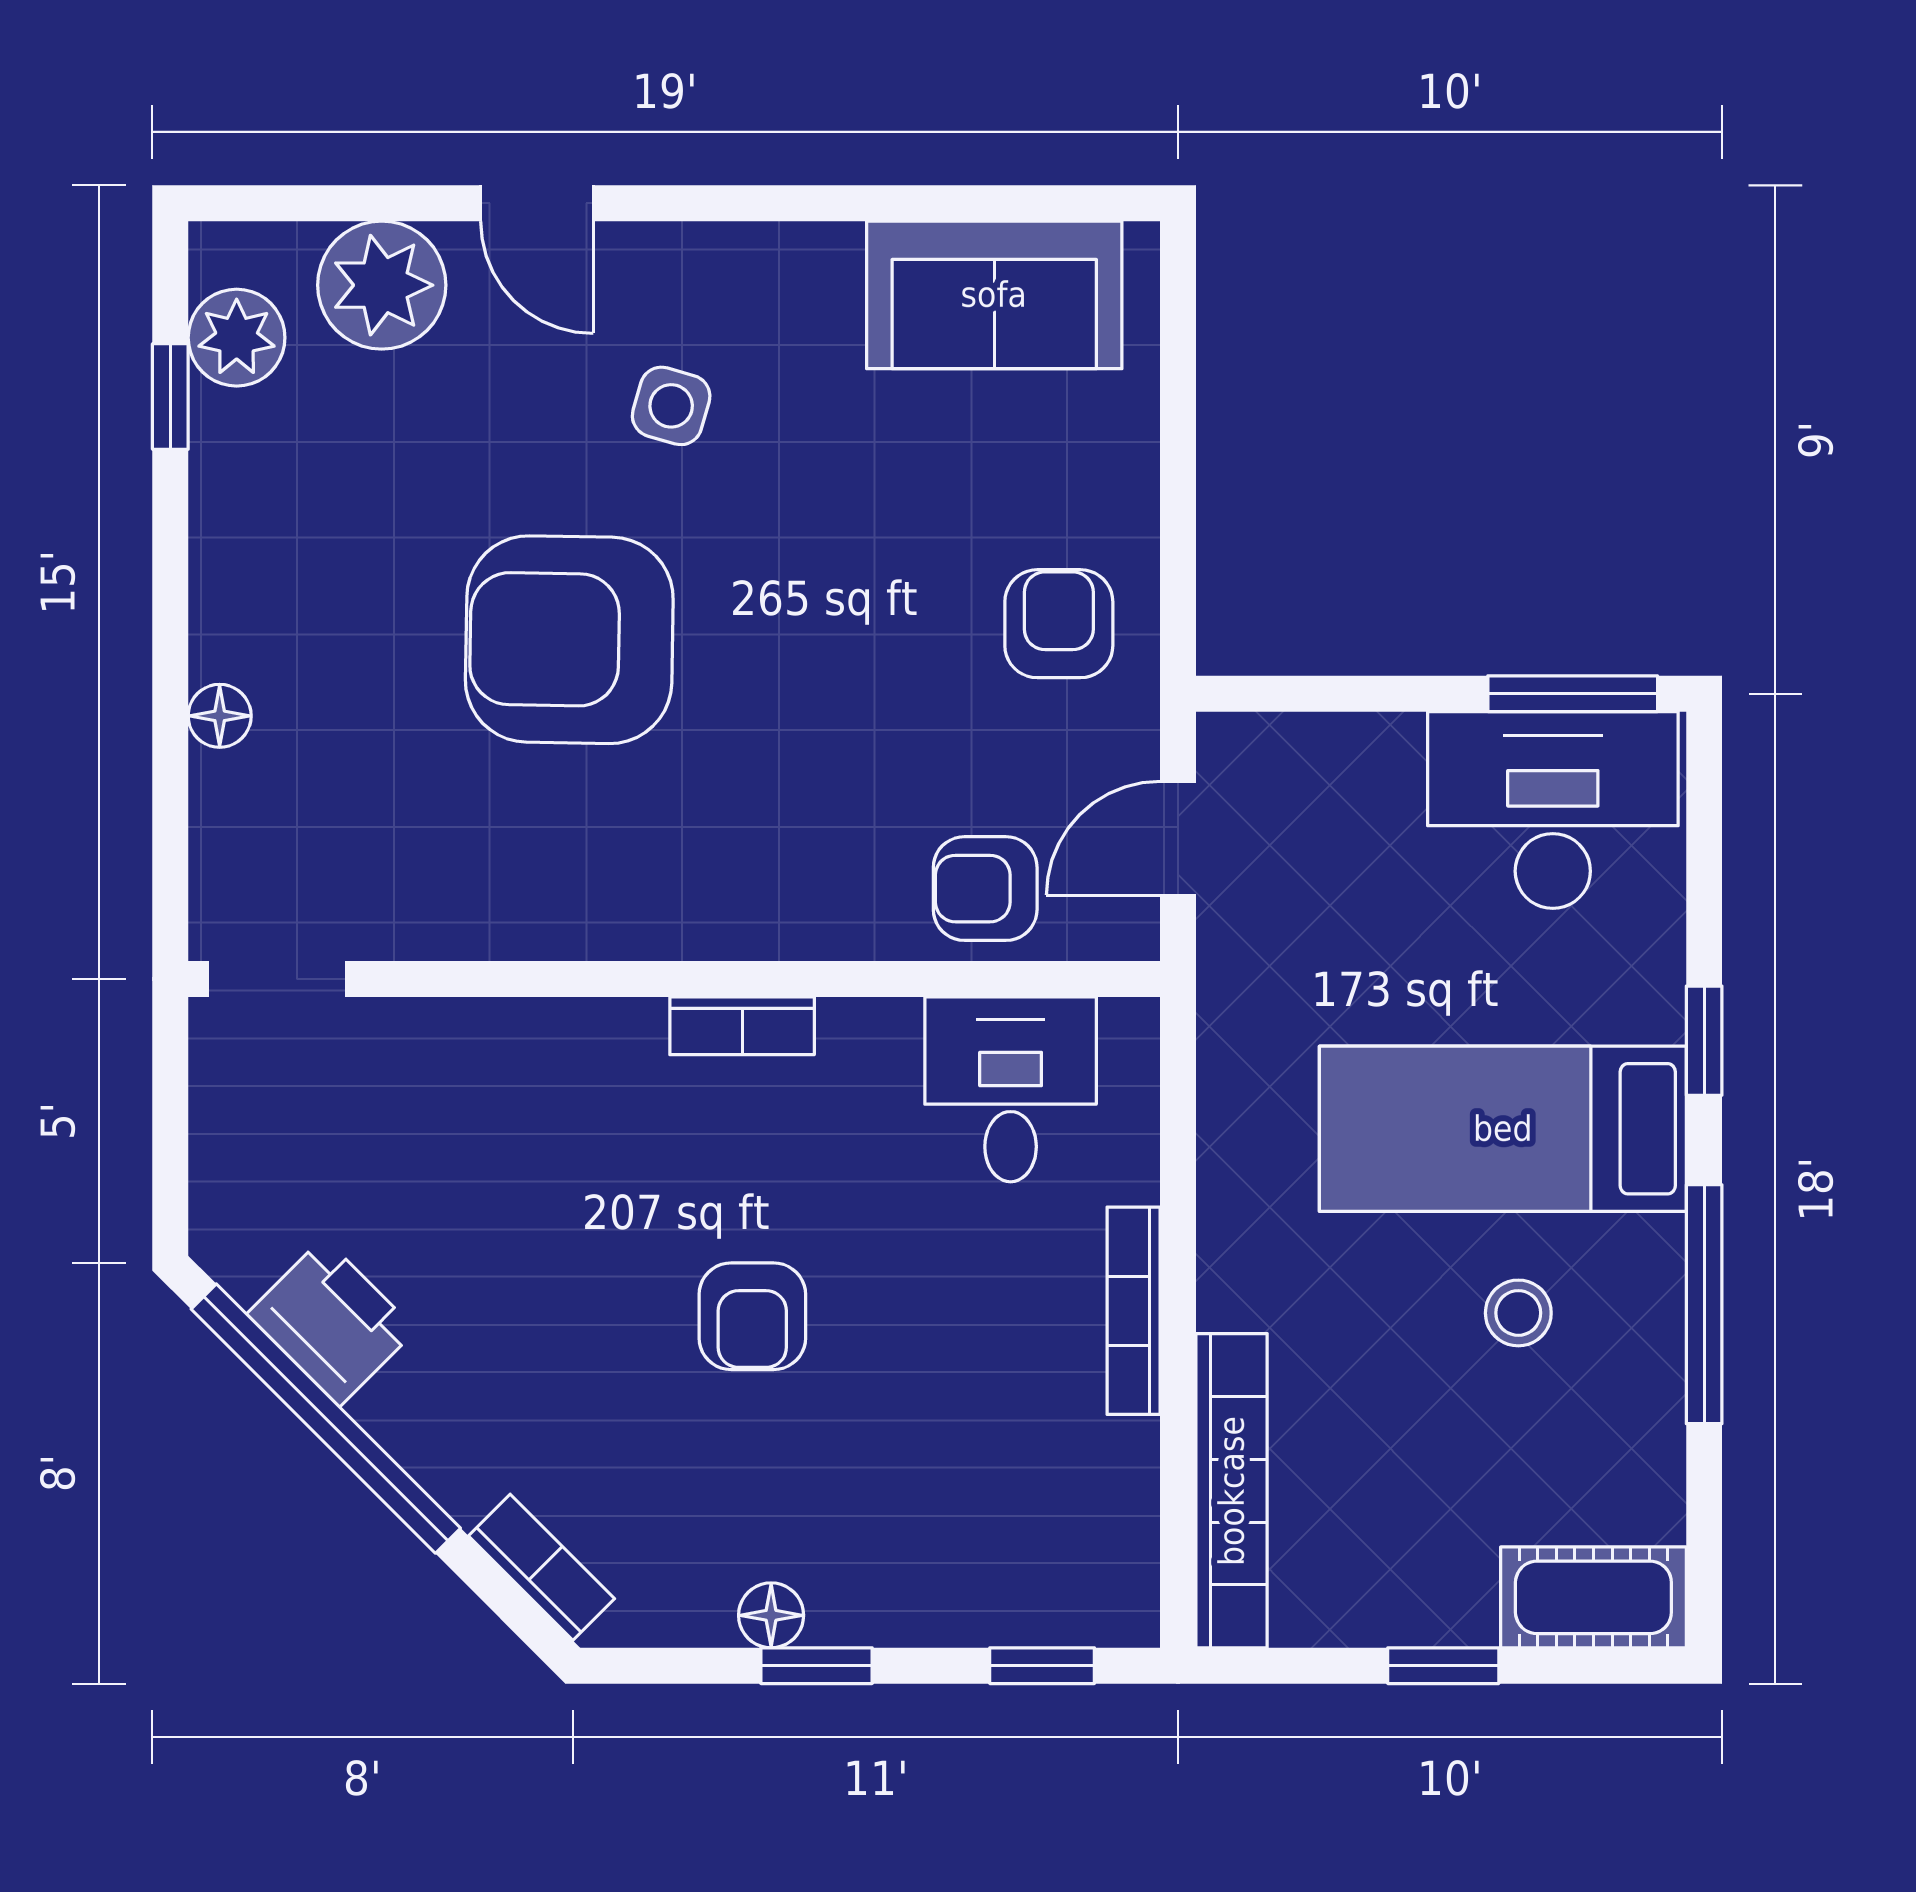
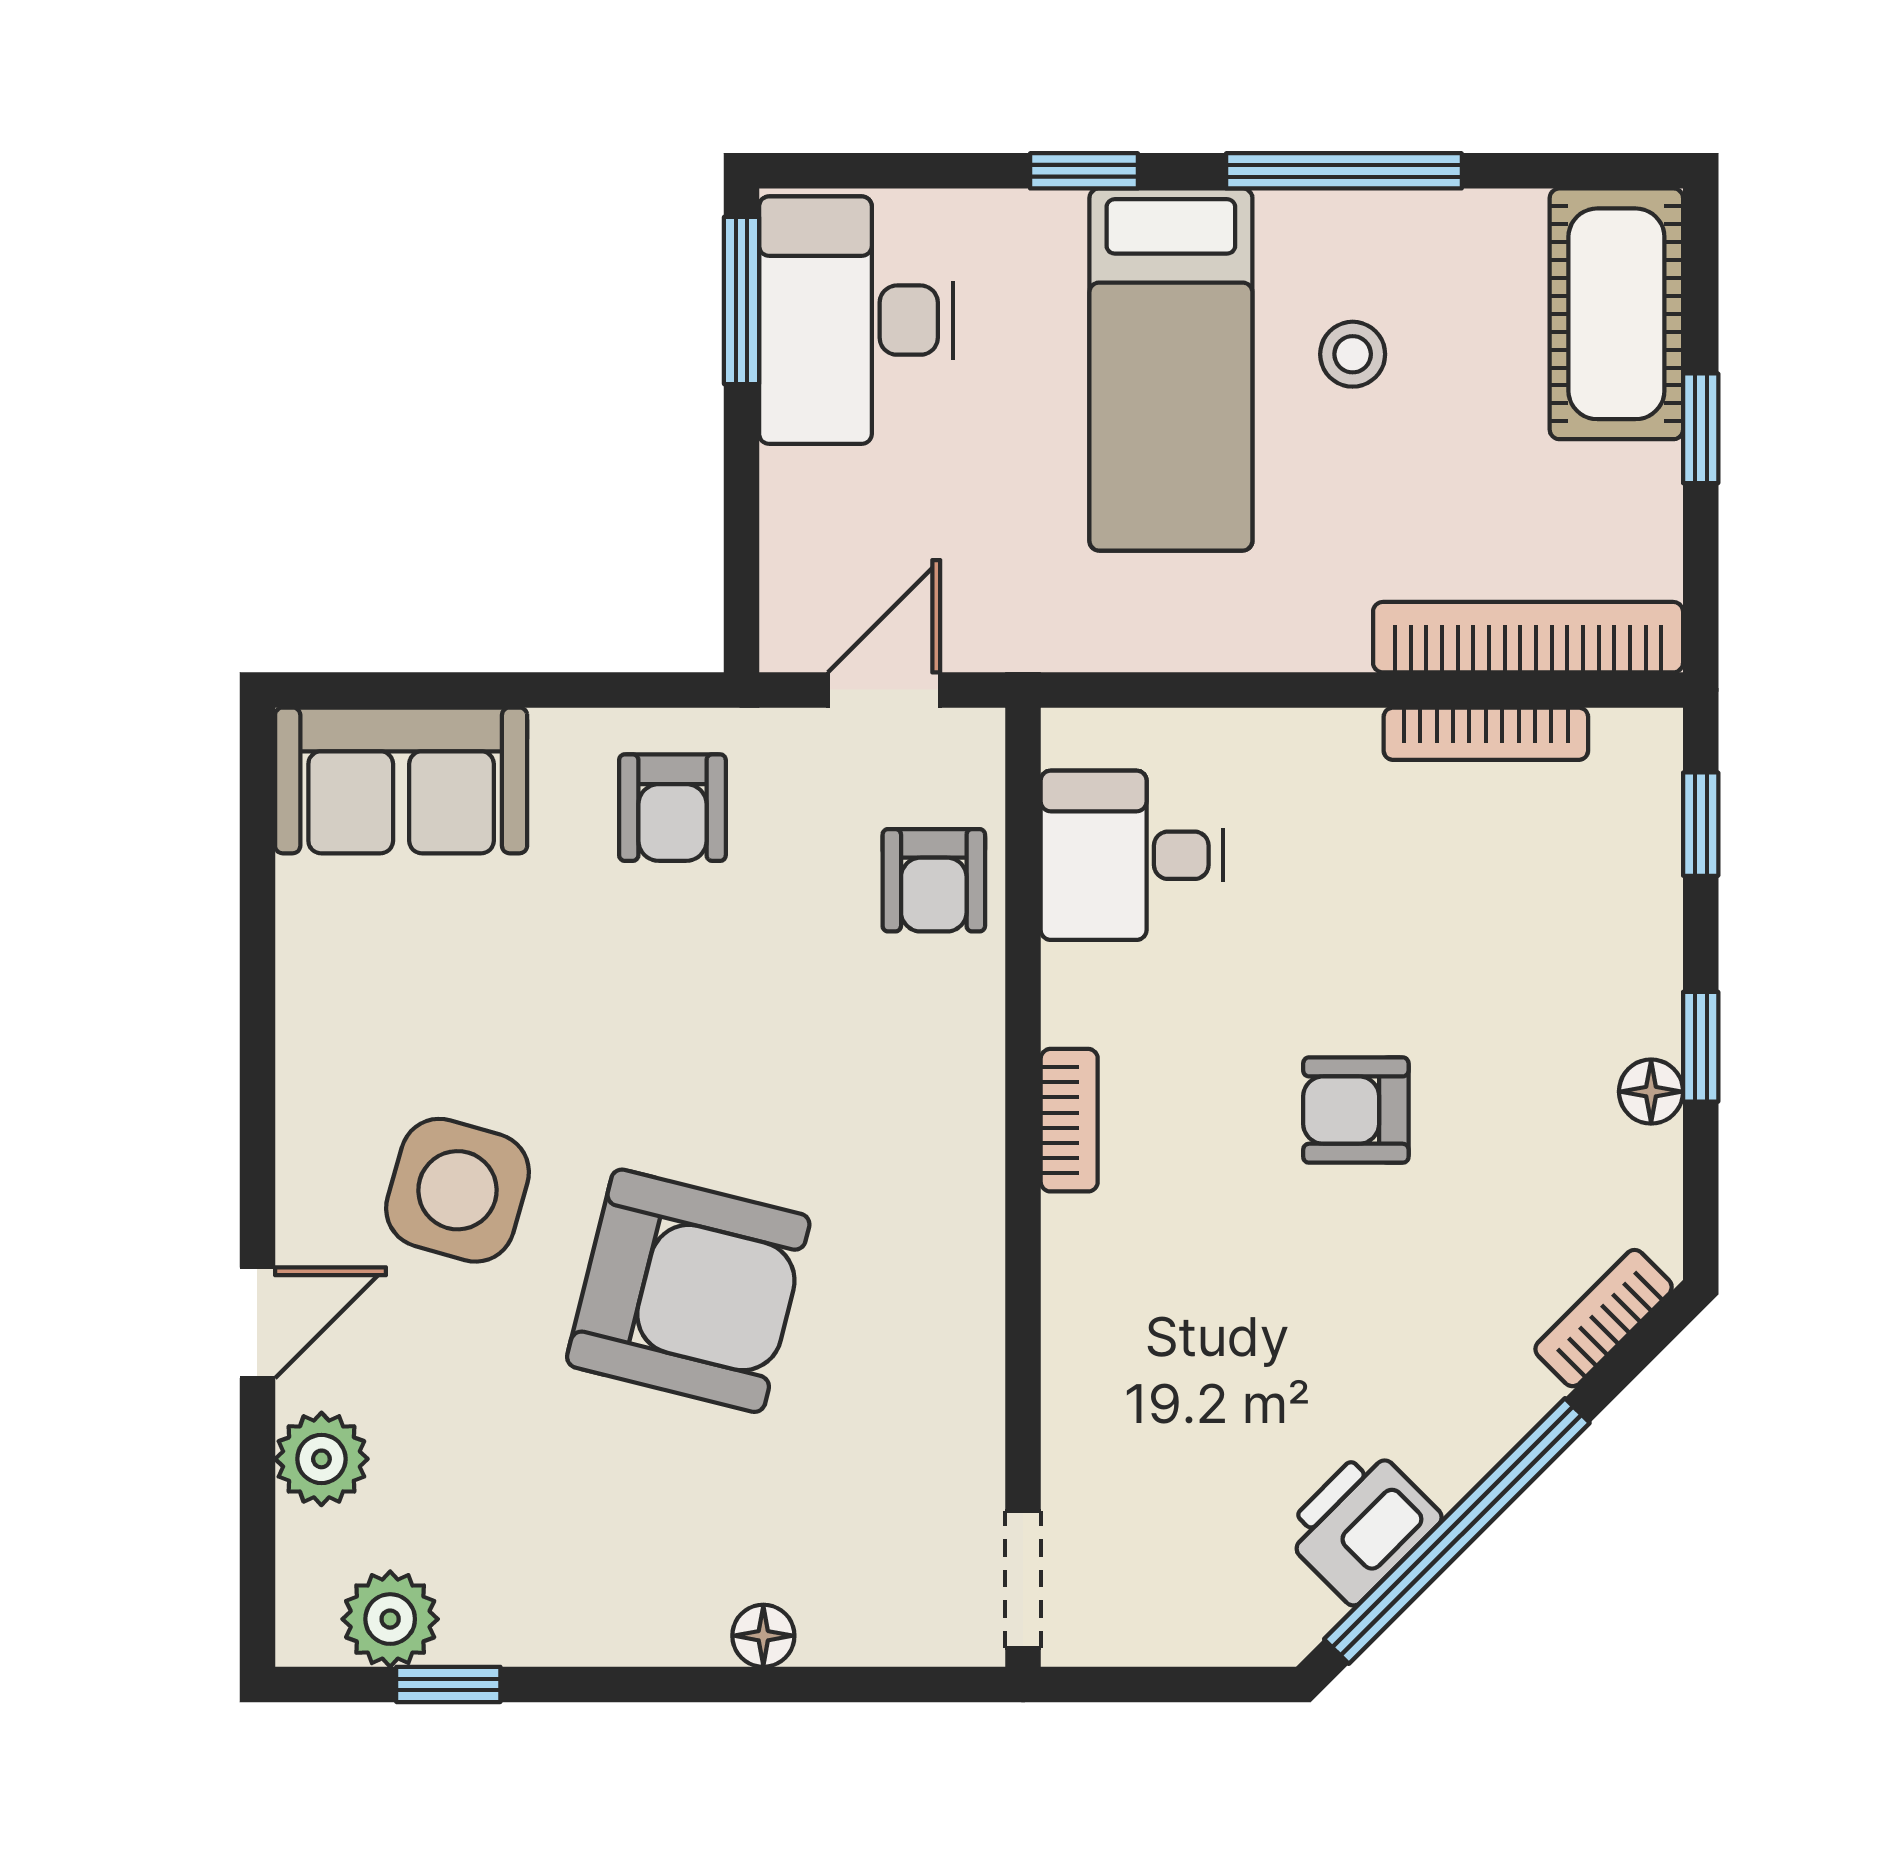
plant: (382, 285) -> (321, 1459), width x0.73, depth x0.73
sofa: (994, 295) -> (401, 780), moved, turned 90
side table: (671, 406) -> (457, 1190), width x1.87, depth x1.87
armchair: (1059, 624) -> (672, 808), turned -90
armchair: (569, 640) -> (688, 1291), turned -77
door: (1178, 838) -> (884, 690), swing flipped
bookcase: (1134, 1311) -> (1486, 734), moved
armchair: (752, 1316) -> (1356, 1110), turned 180
cot: (1593, 1597) -> (1616, 314), width x1.37, depth x1.34

